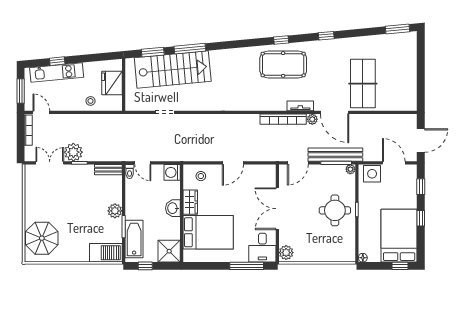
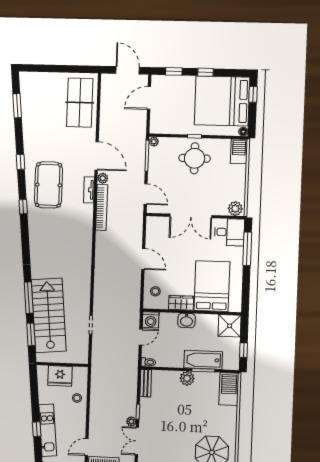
window: (397, 29) -> (17, 106), moved
pool table: (283, 64) -> (49, 185), moved
table tennis table: (363, 84) -> (80, 103), moved, turned 90
door: (335, 112) -> (97, 156), hinge flipped
plant: (73, 152) -> (131, 421), width x0.53, depth x0.53
bench: (335, 155) -> (139, 156), removed
door: (143, 163) -> (141, 337), moved
side table: (372, 174) -> (159, 120), removed
bed: (399, 236) -> (222, 101), width x1.36
bathtub: (134, 239) -> (203, 360), moved
barbecue: (343, 254) -> (239, 151), added

